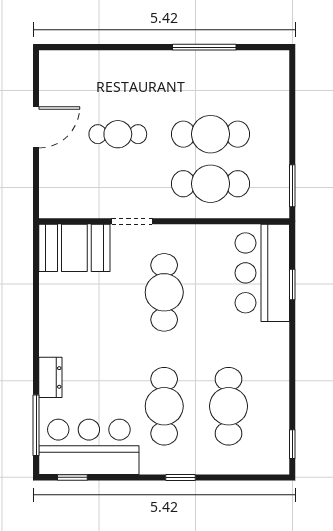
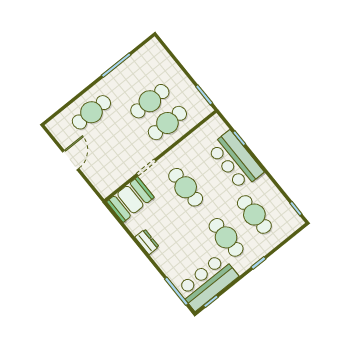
cafe table: (118, 134) -> (91, 112), moved, width x1.37, depth x1.35
bar counter: (262, 273) -> (235, 160), moved
dresser: (50, 377) -> (147, 242), moved

